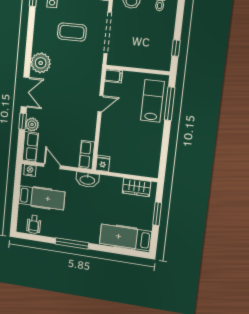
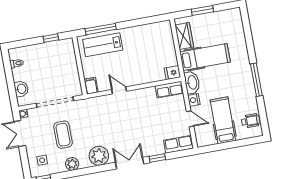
plant: (32, 124) -> (72, 164), moved
door: (52, 166) -> (190, 119), swing flipped
nightstand: (30, 170) -> (194, 100), moved
hospital bed: (125, 237) -> (205, 57), moved, turned -90

